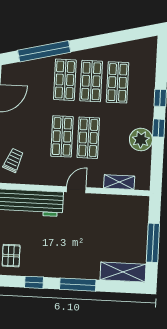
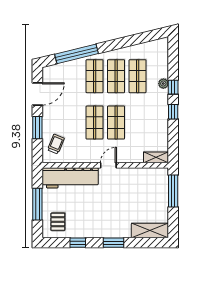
plant: (141, 140) -> (163, 84), moved, width x0.53, depth x0.53
shelving: (119, 182) -> (156, 157), moved
window: (153, 243) -> (173, 191), moved
window: (78, 285) -> (114, 243), width x0.69

